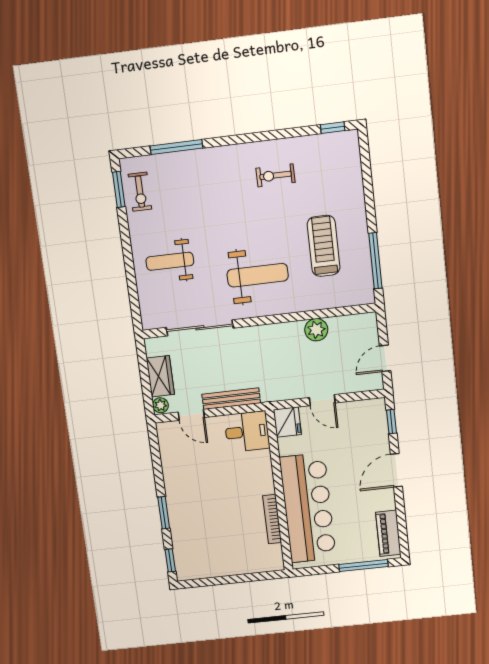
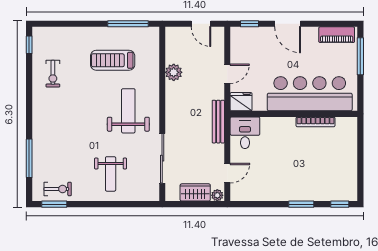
exercise bike: (276, 175) -> (53, 74), moved
bench: (231, 399) -> (218, 122), moved

